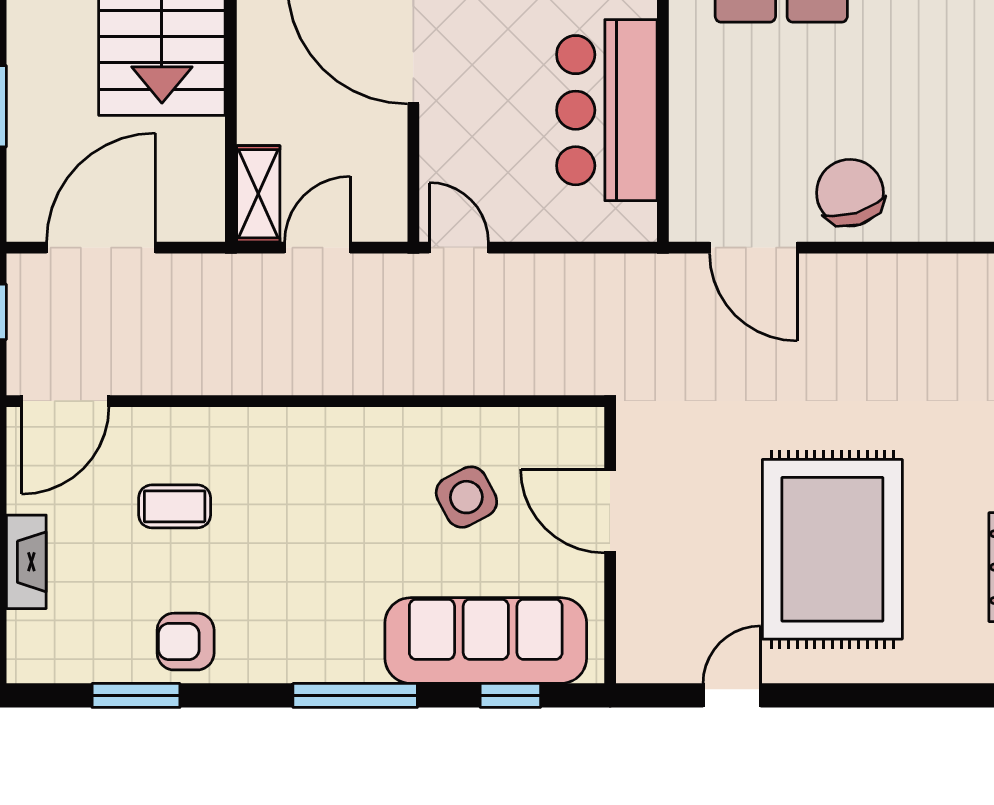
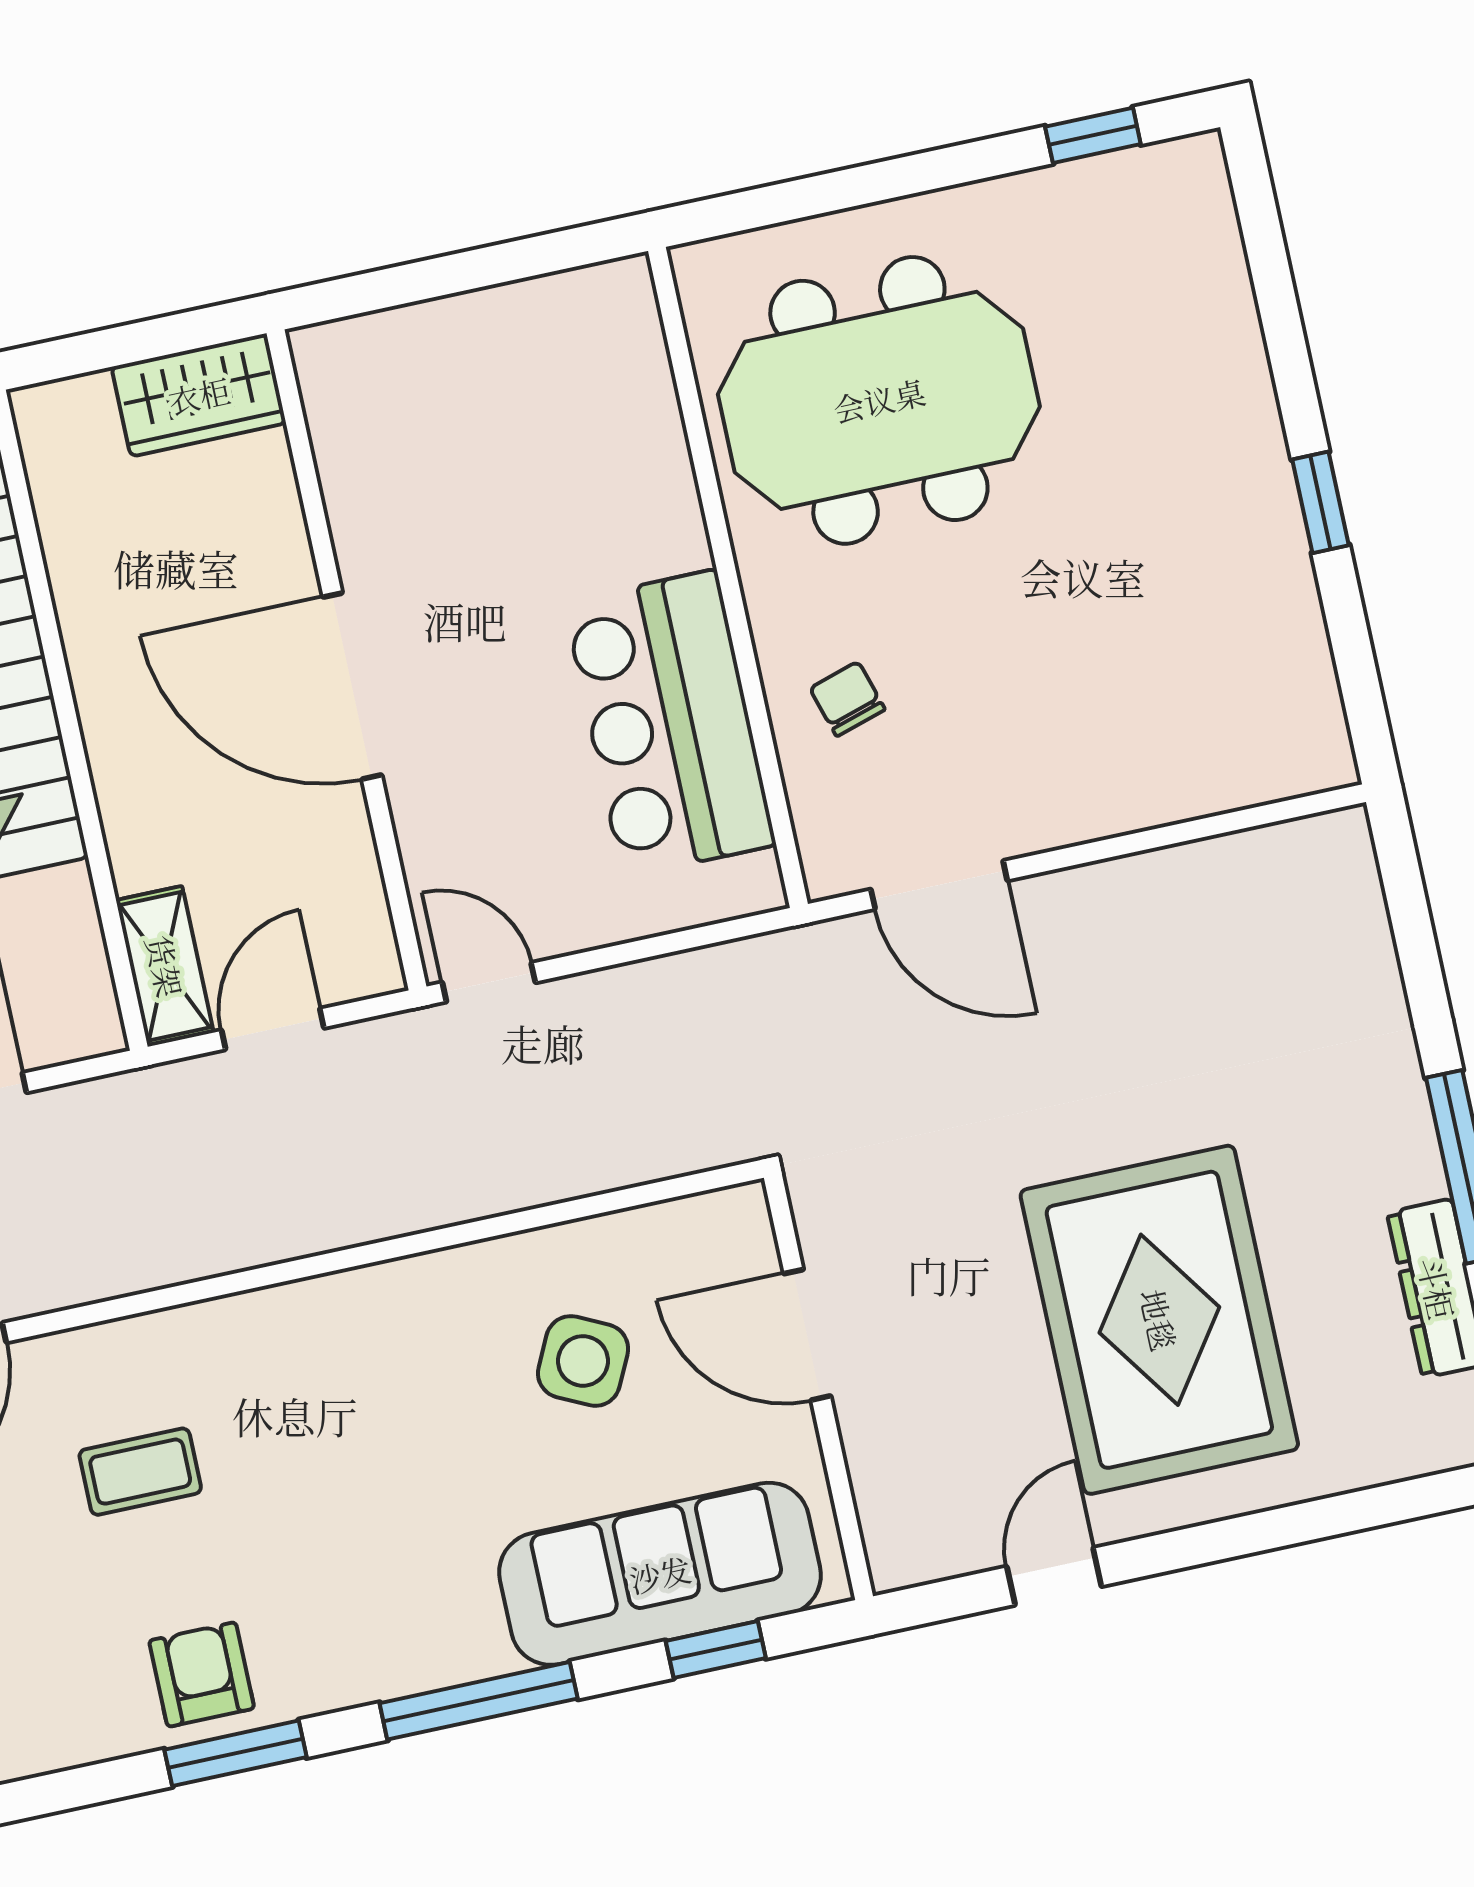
chair: (850, 193) -> (847, 699), moved, width x0.54, depth x0.54
side table: (466, 497) -> (583, 1361), turned -36
armchair: (186, 642) -> (202, 1674), turned 90
window: (136, 695) -> (235, 1753), moved

